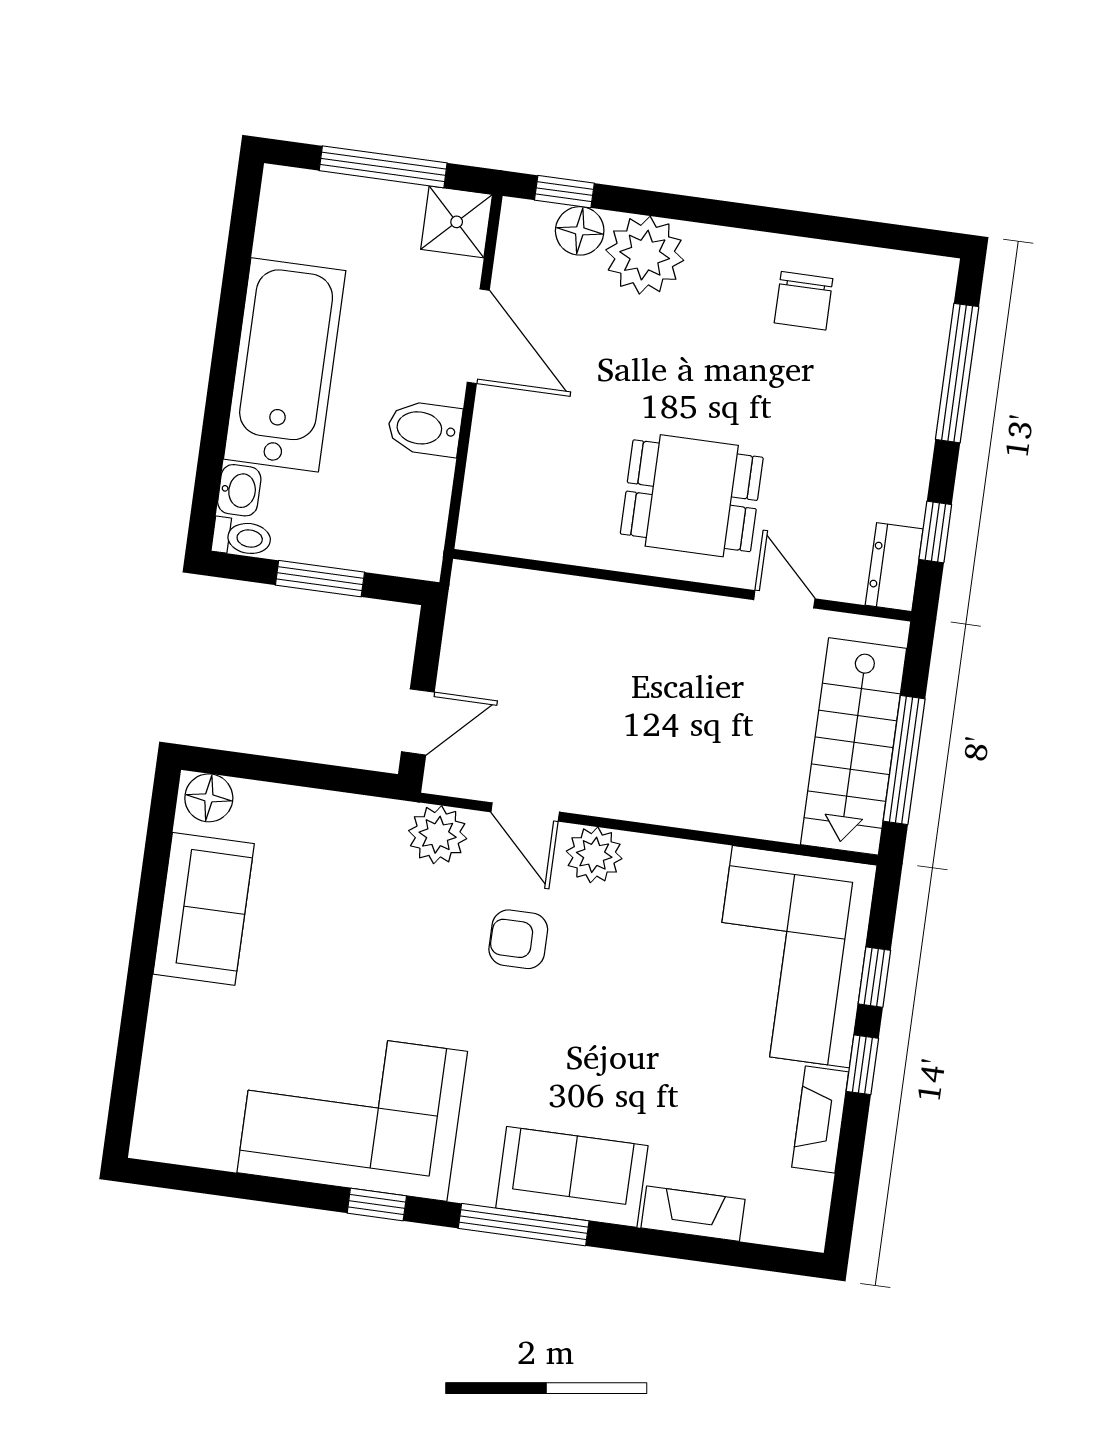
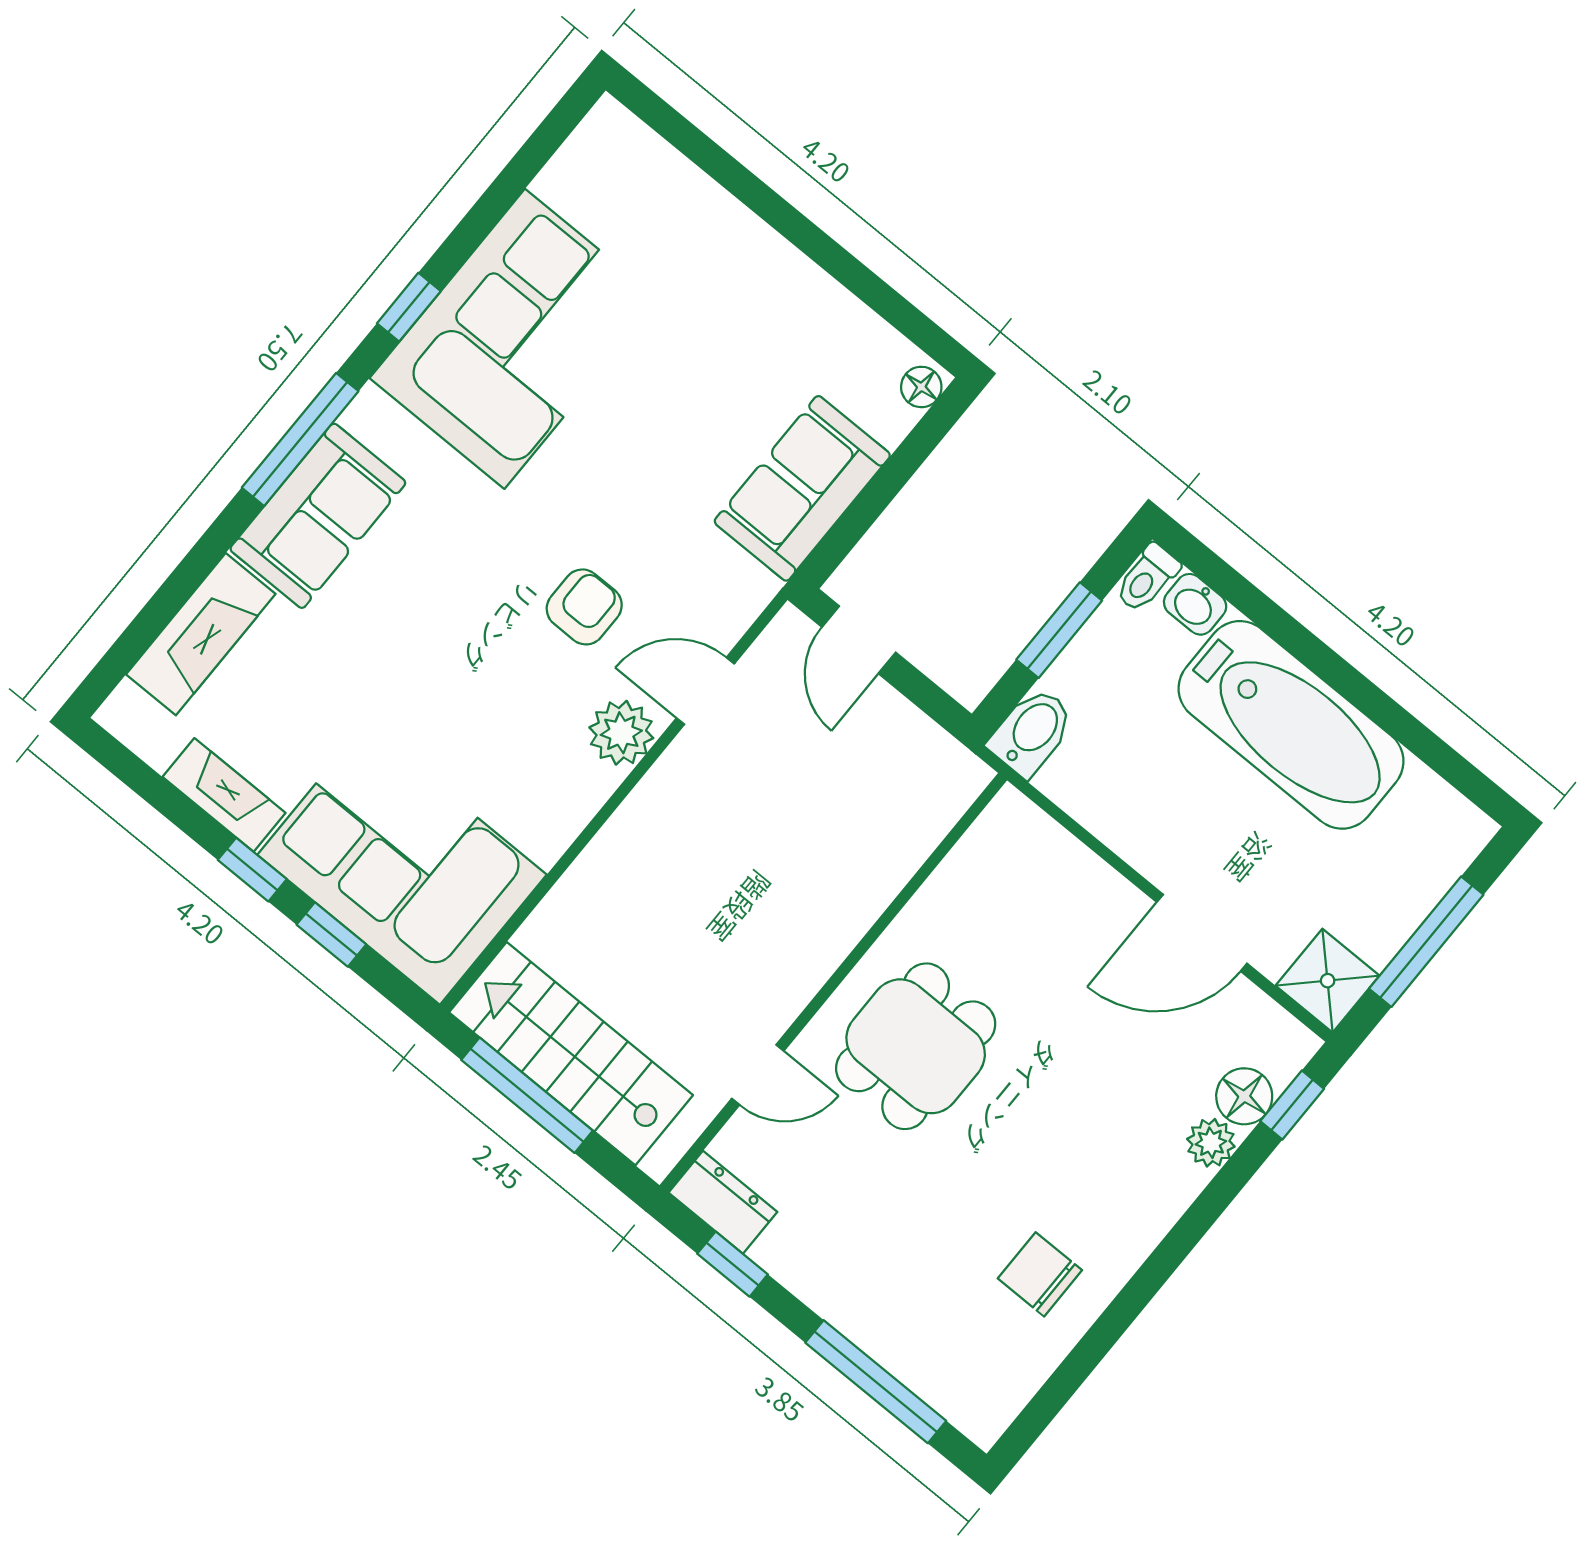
plant: (645, 255) -> (1211, 1143), width x0.53, depth x0.53
bidet: (424, 429) -> (1032, 732), moved
floor lamp: (209, 798) -> (921, 387), width x0.73, depth x0.73
plant: (438, 835) -> (736, 591), removed
sofa: (204, 909) -> (802, 488), moved, turned 90
fireplace: (693, 1214) -> (201, 634), width x1.37, depth x1.32

